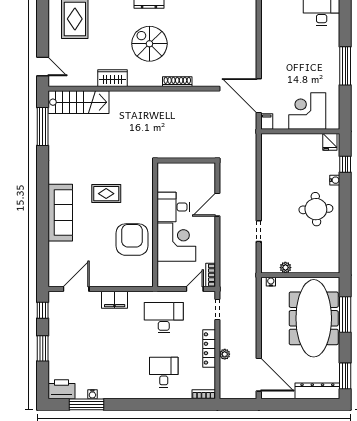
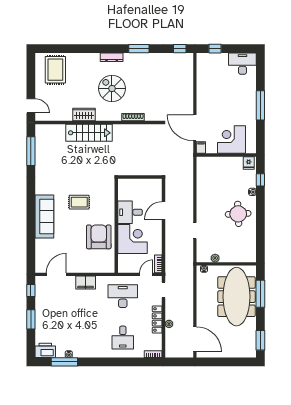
stairs: (79, 102) -> (89, 133), moved
desk: (164, 372) -> (123, 338), turned 180
dresser: (317, 391) -> (239, 352), removed

